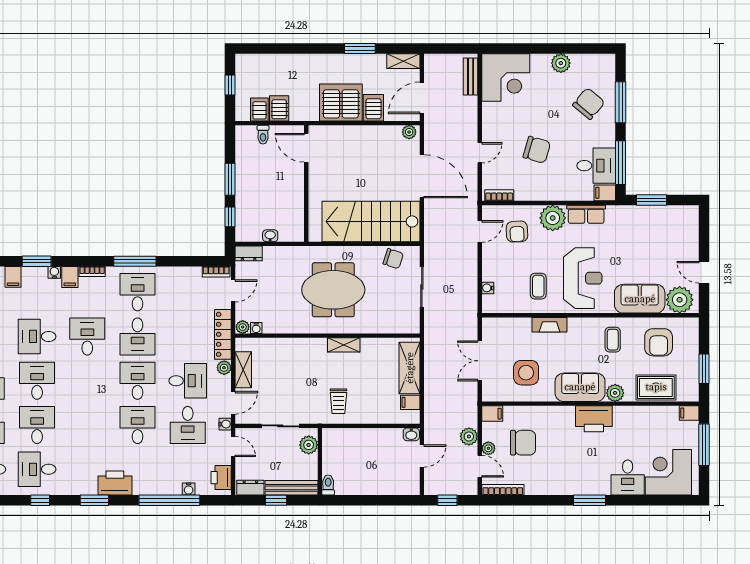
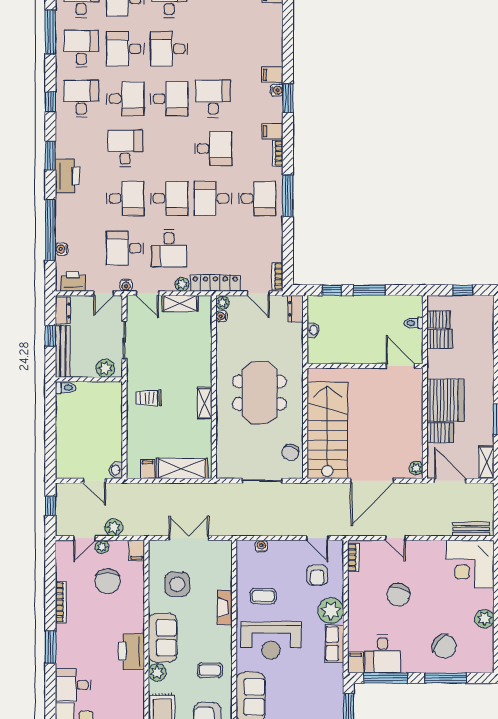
door: (306, 148) -> (400, 366), hinge flipped
armchair: (517, 232) -> (317, 575), turned -87
water cooler: (54, 272) -> (277, 90), moved
desk: (87, 425) -> (125, 149), added
bookcase: (503, 490) -> (61, 602), moved

